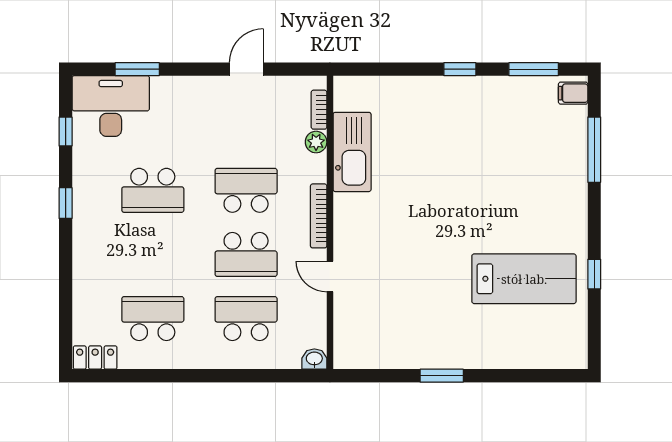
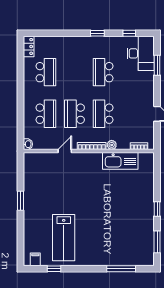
filing cabinet: (573, 93) -> (35, 259), moved
plant: (316, 142) -> (112, 145), moved
school desk: (246, 190) -> (103, 114), turned 180
window: (594, 274) -> (54, 269), moved

